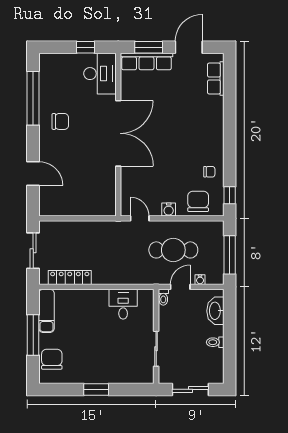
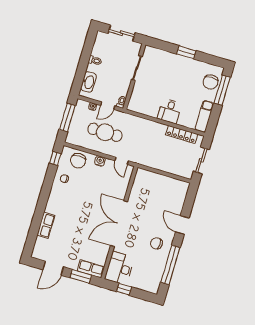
row of seats: (146, 62) -> (91, 269), width x0.68
row of seats: (216, 79) -> (46, 225), moved
door: (33, 174) -> (182, 225), moved
desk: (123, 304) -> (170, 111), moved
window: (33, 335) -> (222, 90), moved

